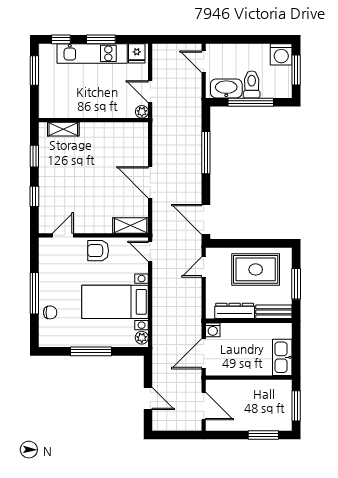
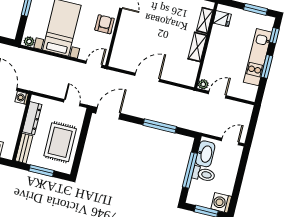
fridge: (137, 53) -> (222, 19), moved, turned 180
shelving: (131, 226) -> (197, 47), moved

